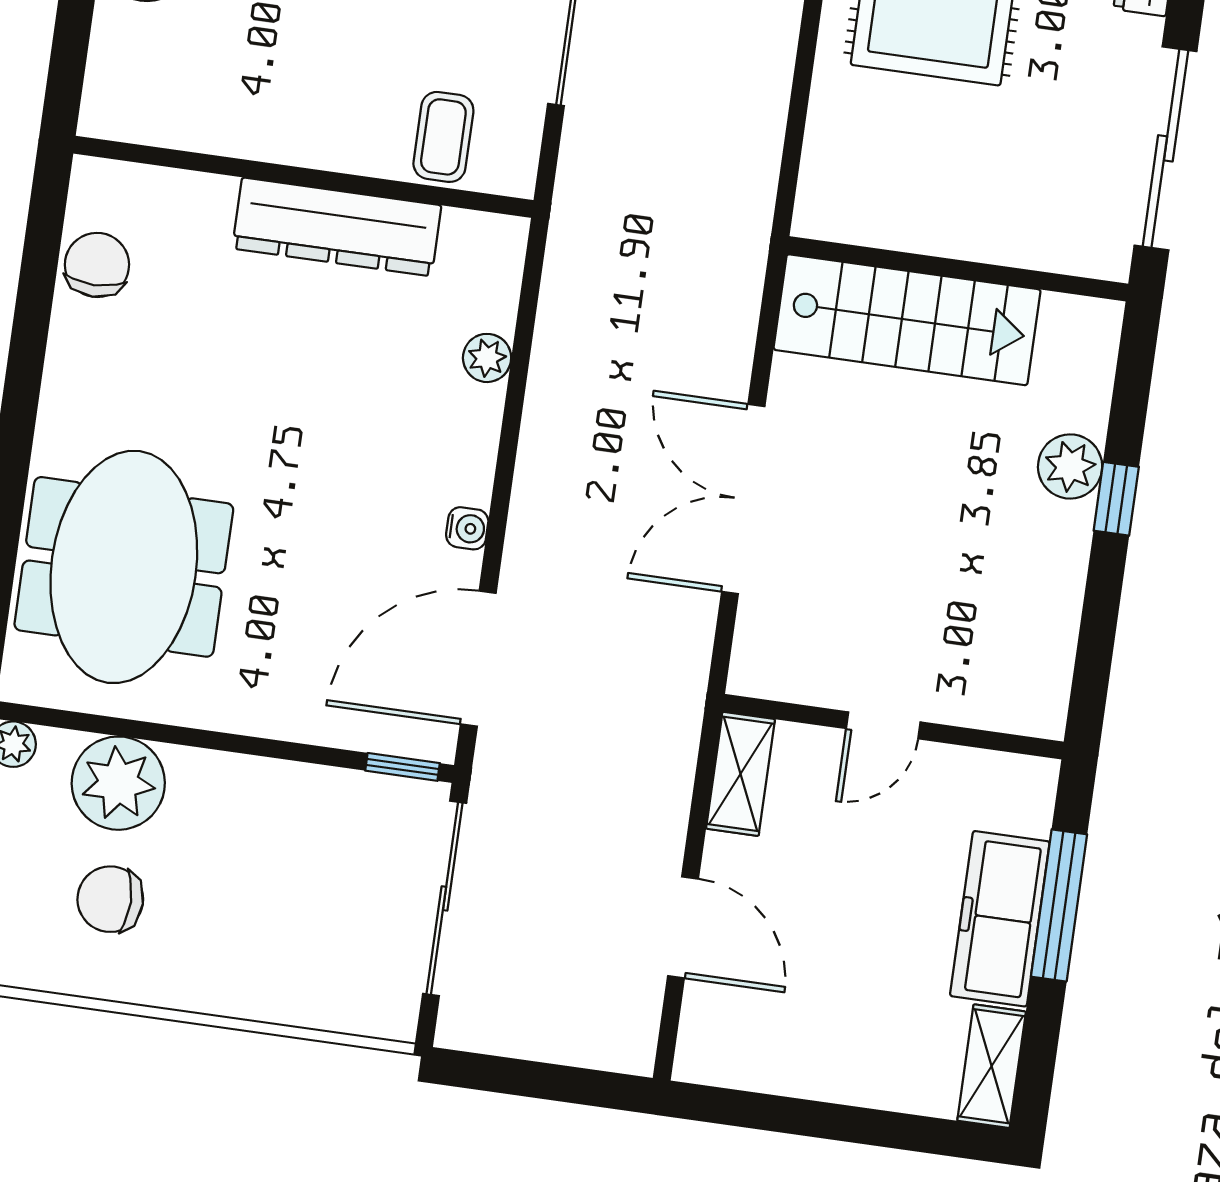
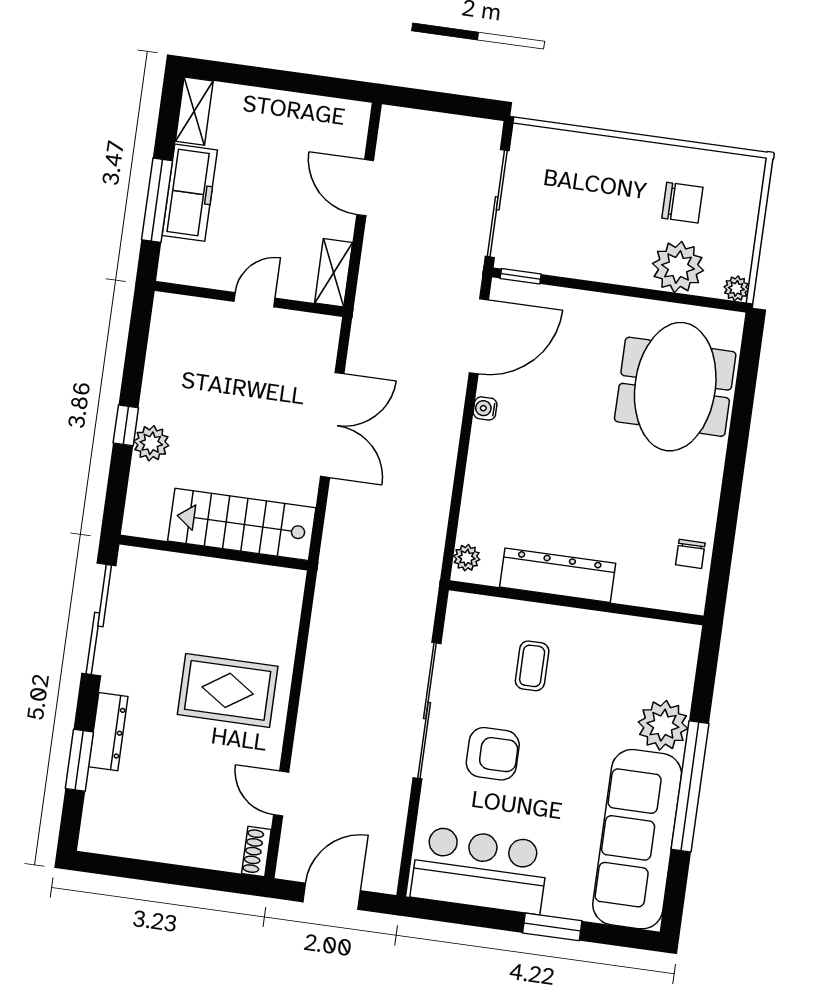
coffee table: (443, 137) -> (532, 666), moved
chair: (97, 265) -> (690, 554), width x0.73, depth x0.73
plant: (487, 358) -> (467, 558), moved

